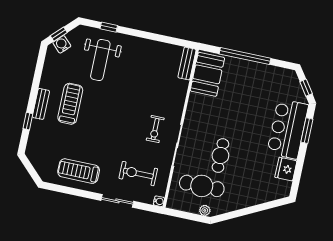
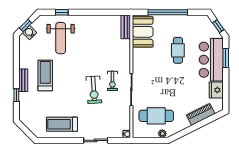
cafe table: (220, 156) -> (178, 50), moved
exercise bike: (138, 174) -> (94, 90), moved, turned -94
piano: (259, 196) -> (201, 114), added

